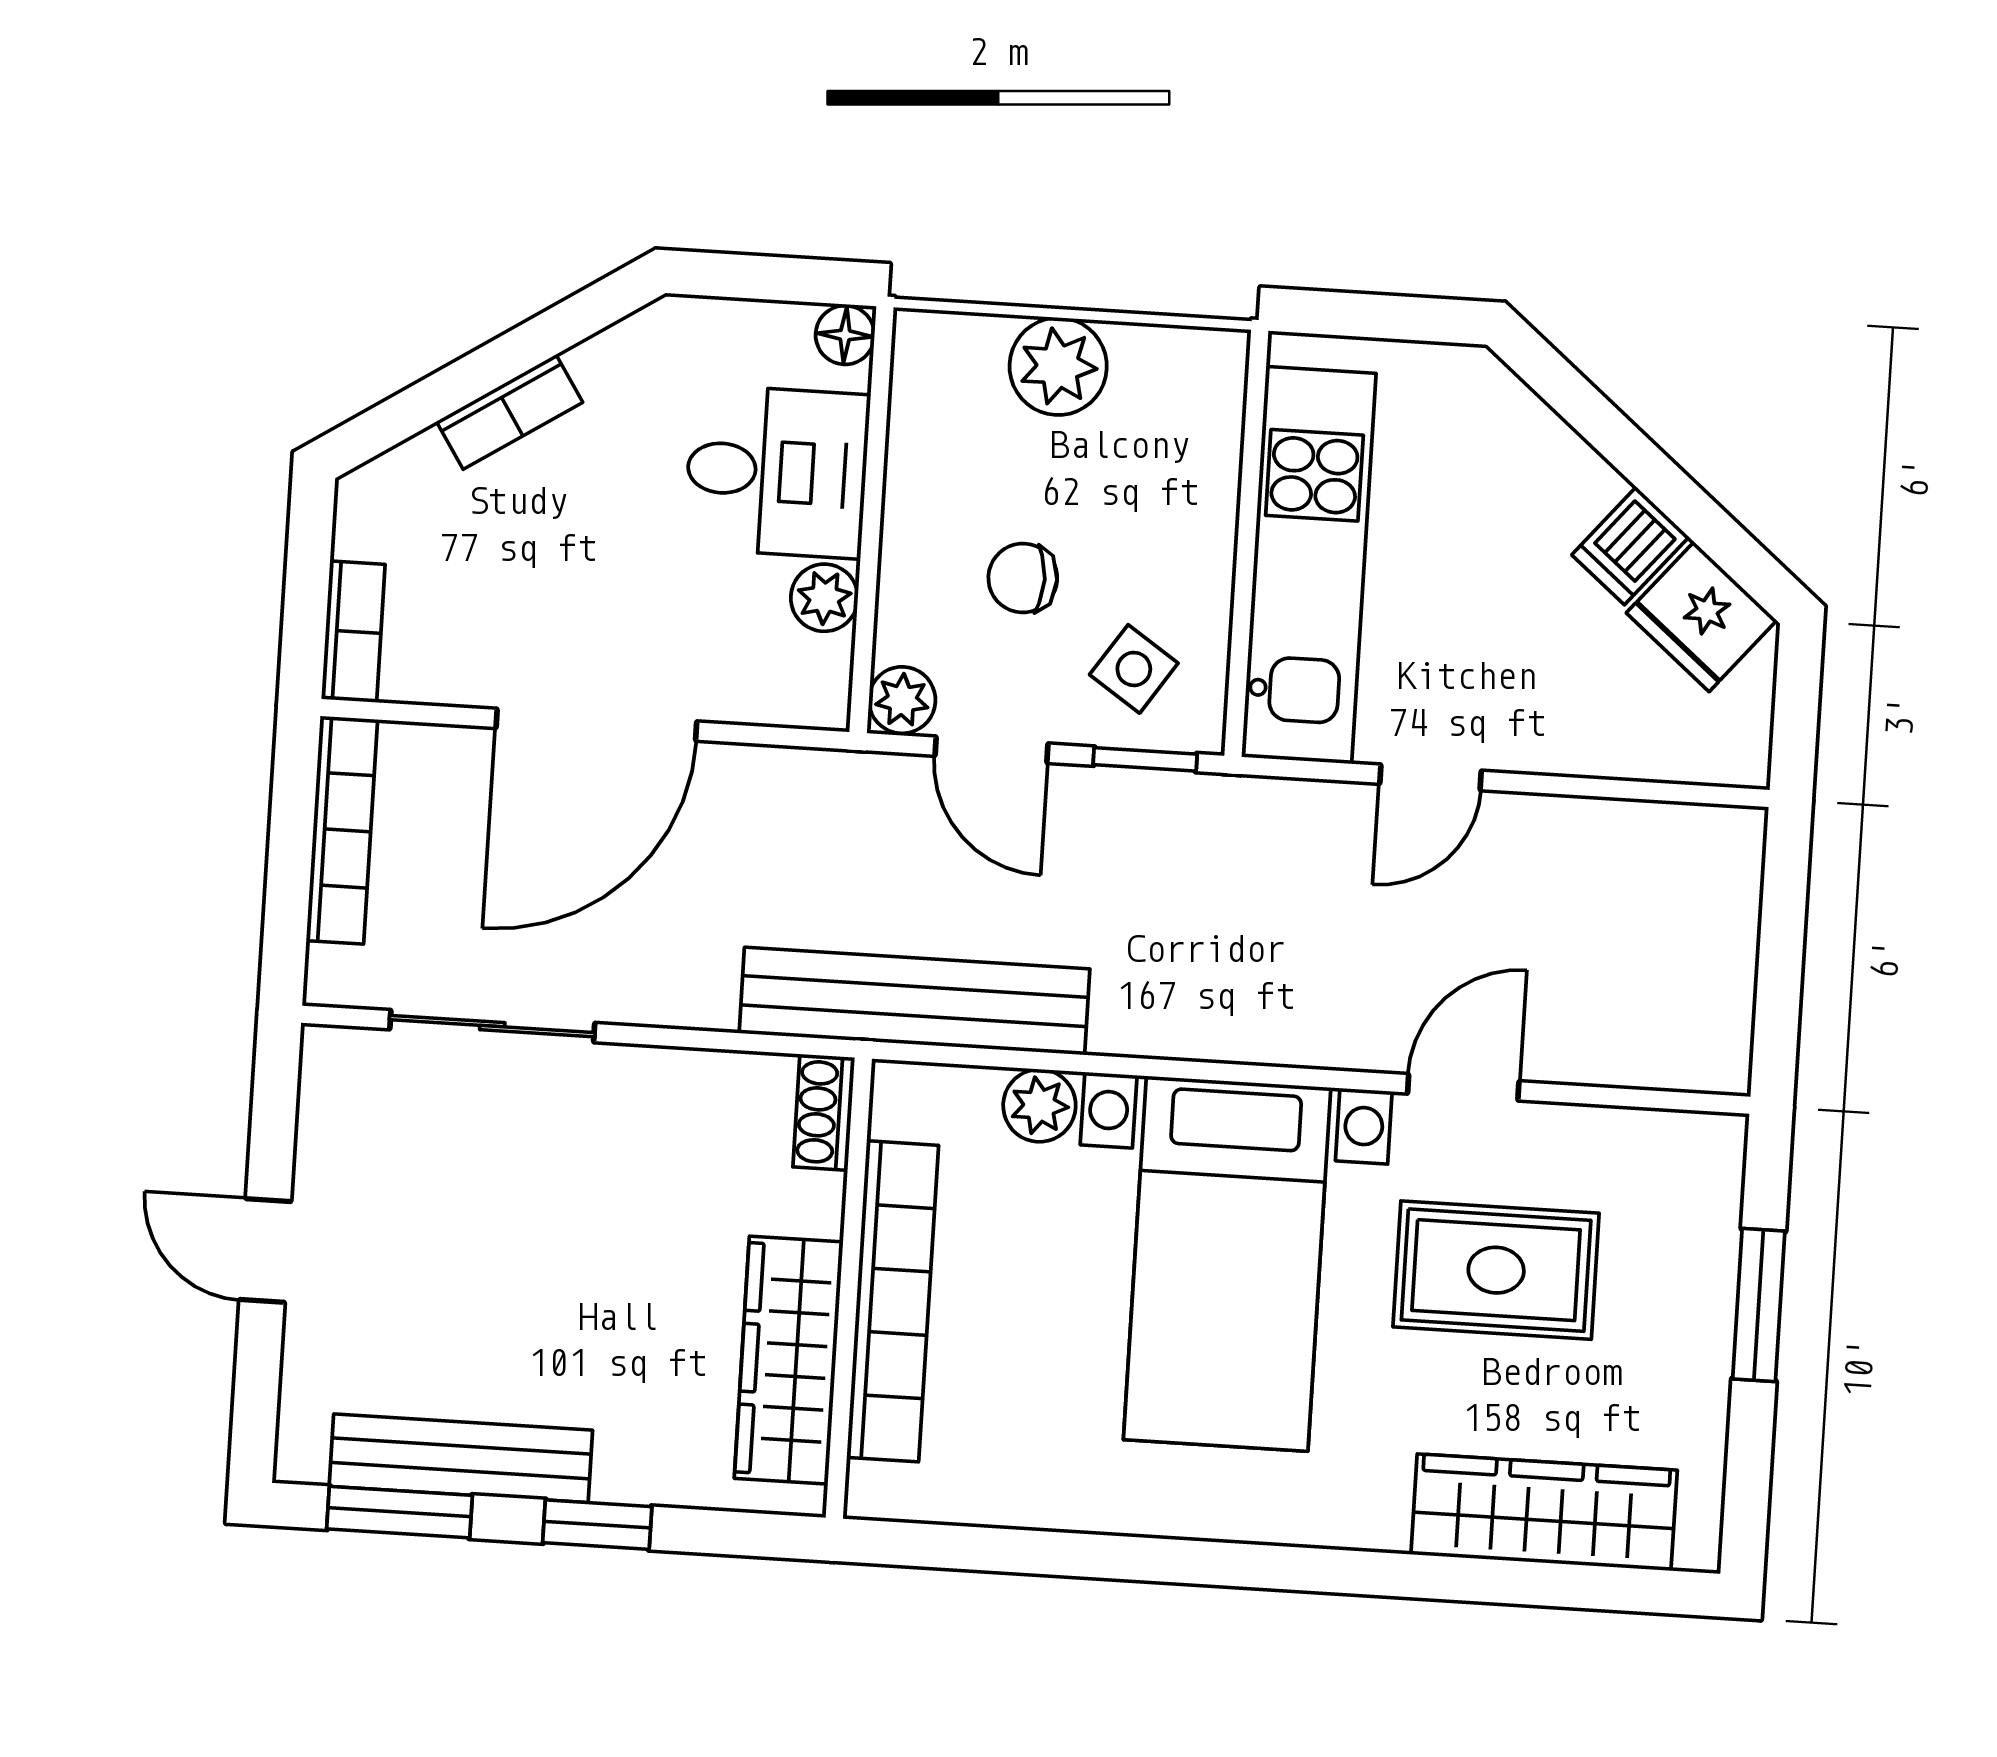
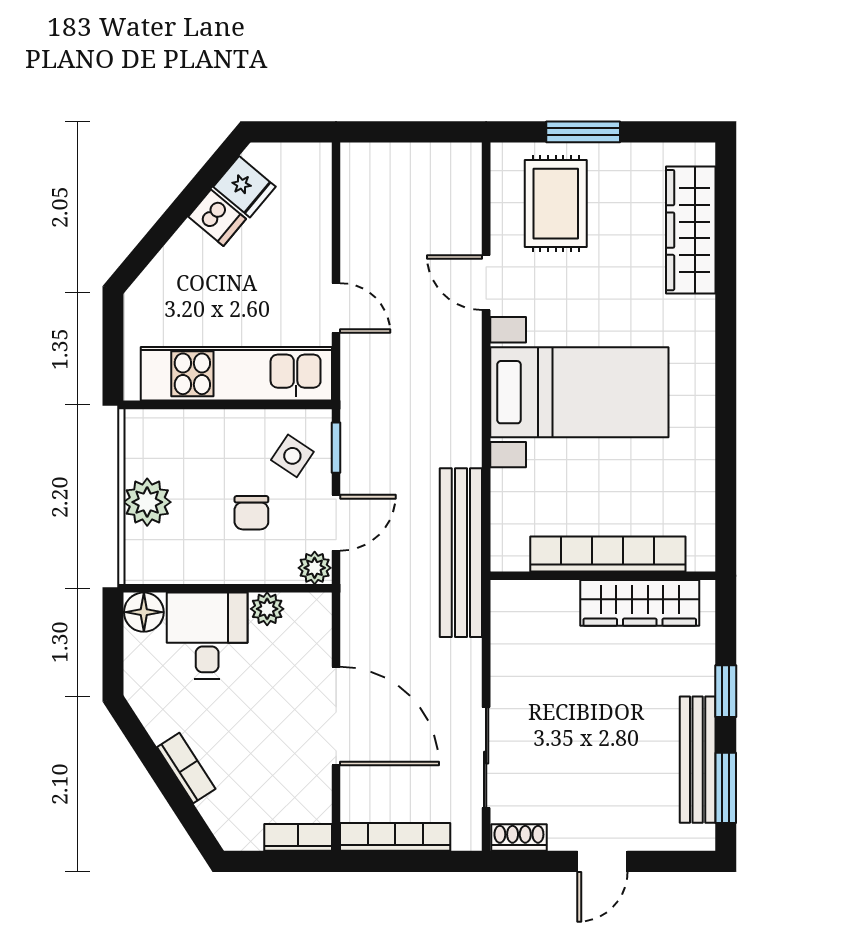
floor lamp: (845, 335) -> (144, 612), width x1.37, depth x1.37
fridge: (1702, 617) -> (244, 187), width x0.72
plant: (1039, 1106) -> (508, 488), removed
shoe rack: (824, 1112) -> (519, 837), moved, turned 180
rug: (1496, 1270) -> (556, 204), moved

